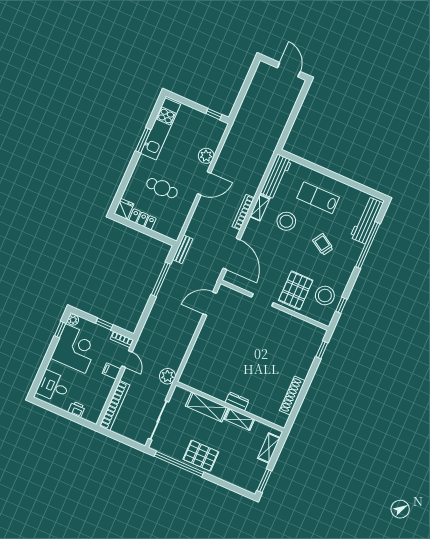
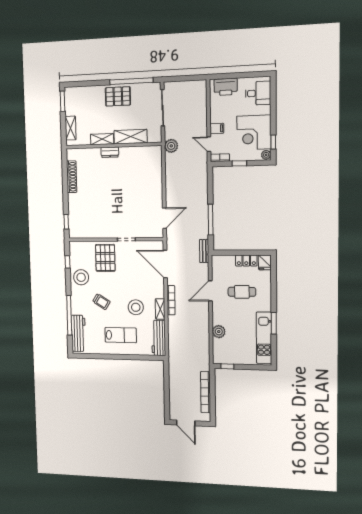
door: (204, 183) -> (210, 291), moved
stool: (325, 296) -> (81, 277), moved
bookcase: (115, 406) -> (206, 392), moved
printer: (77, 409) -> (226, 87), width x1.87, depth x1.48

